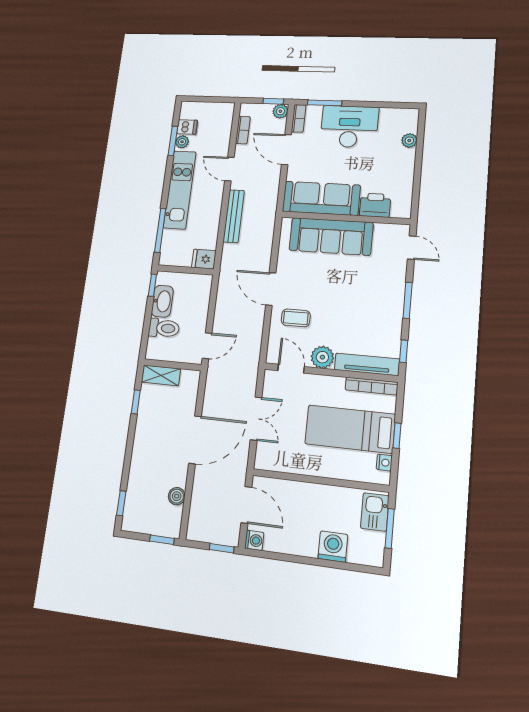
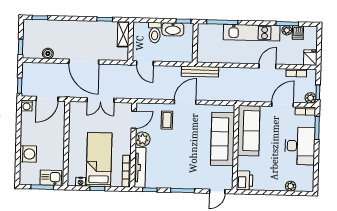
printer: (375, 205) -> (245, 181), moved
bench: (234, 216) -> (200, 72), moved
fridge: (204, 259) -> (310, 58), moved

